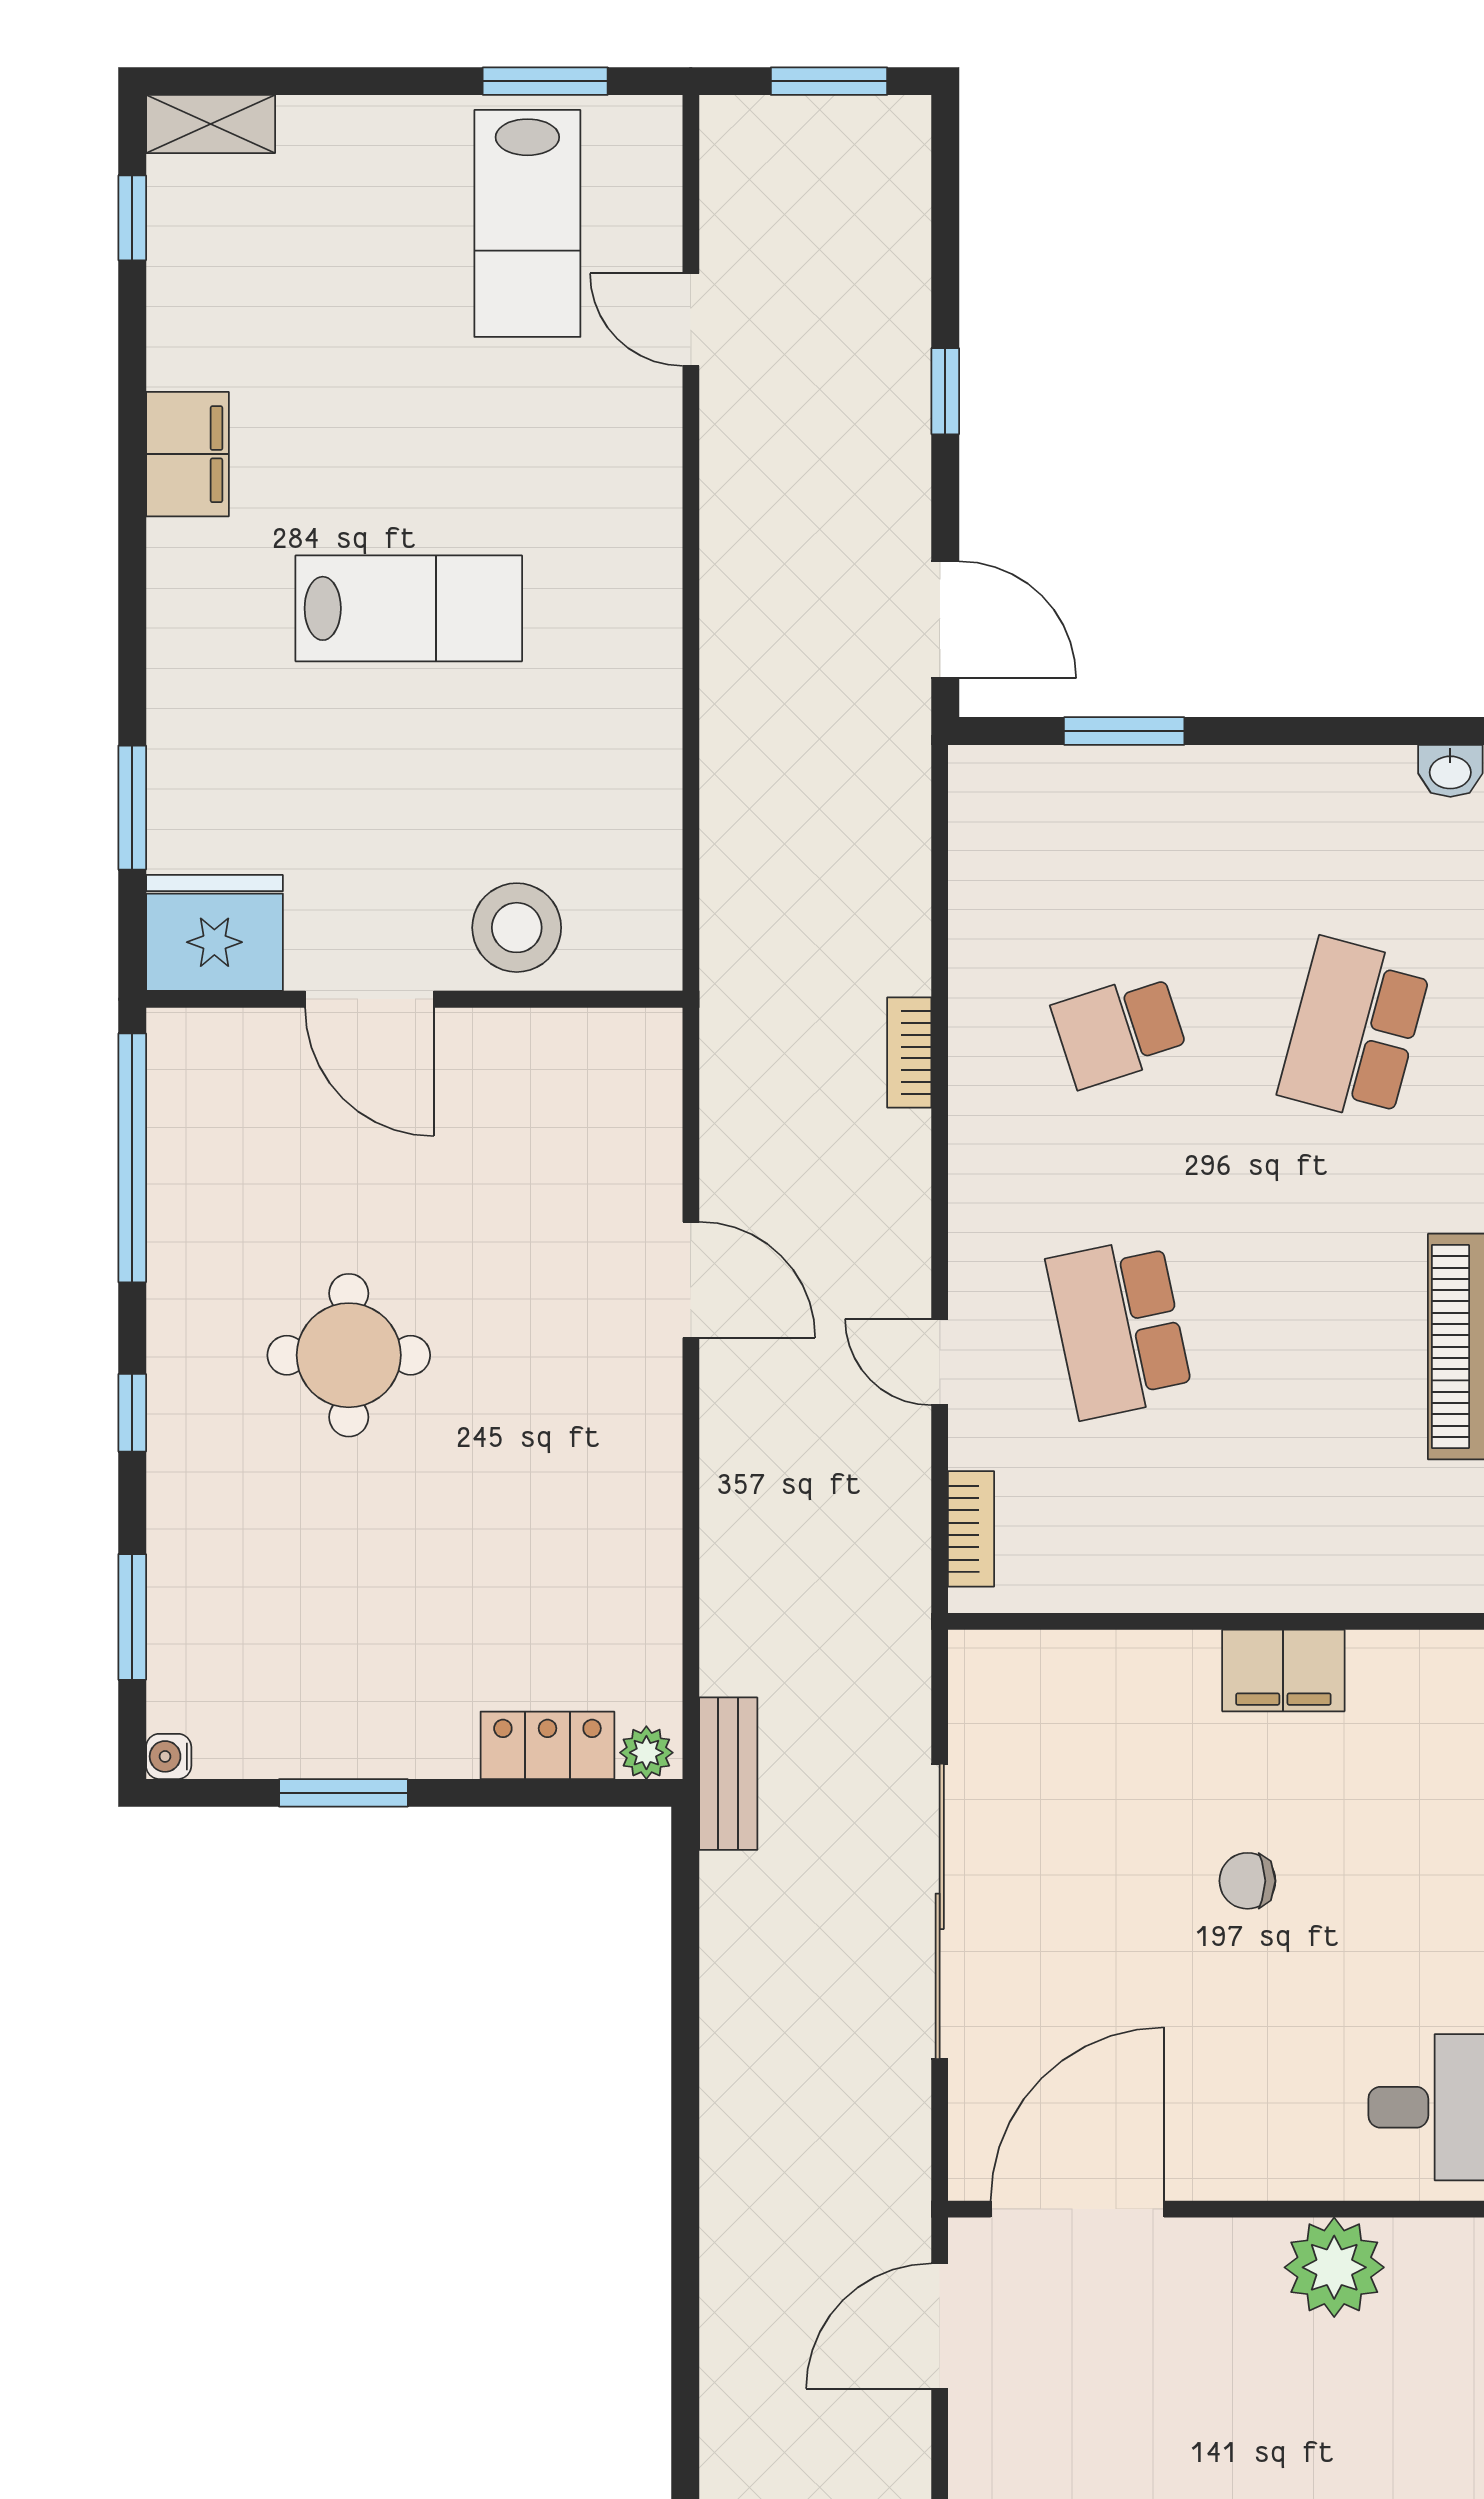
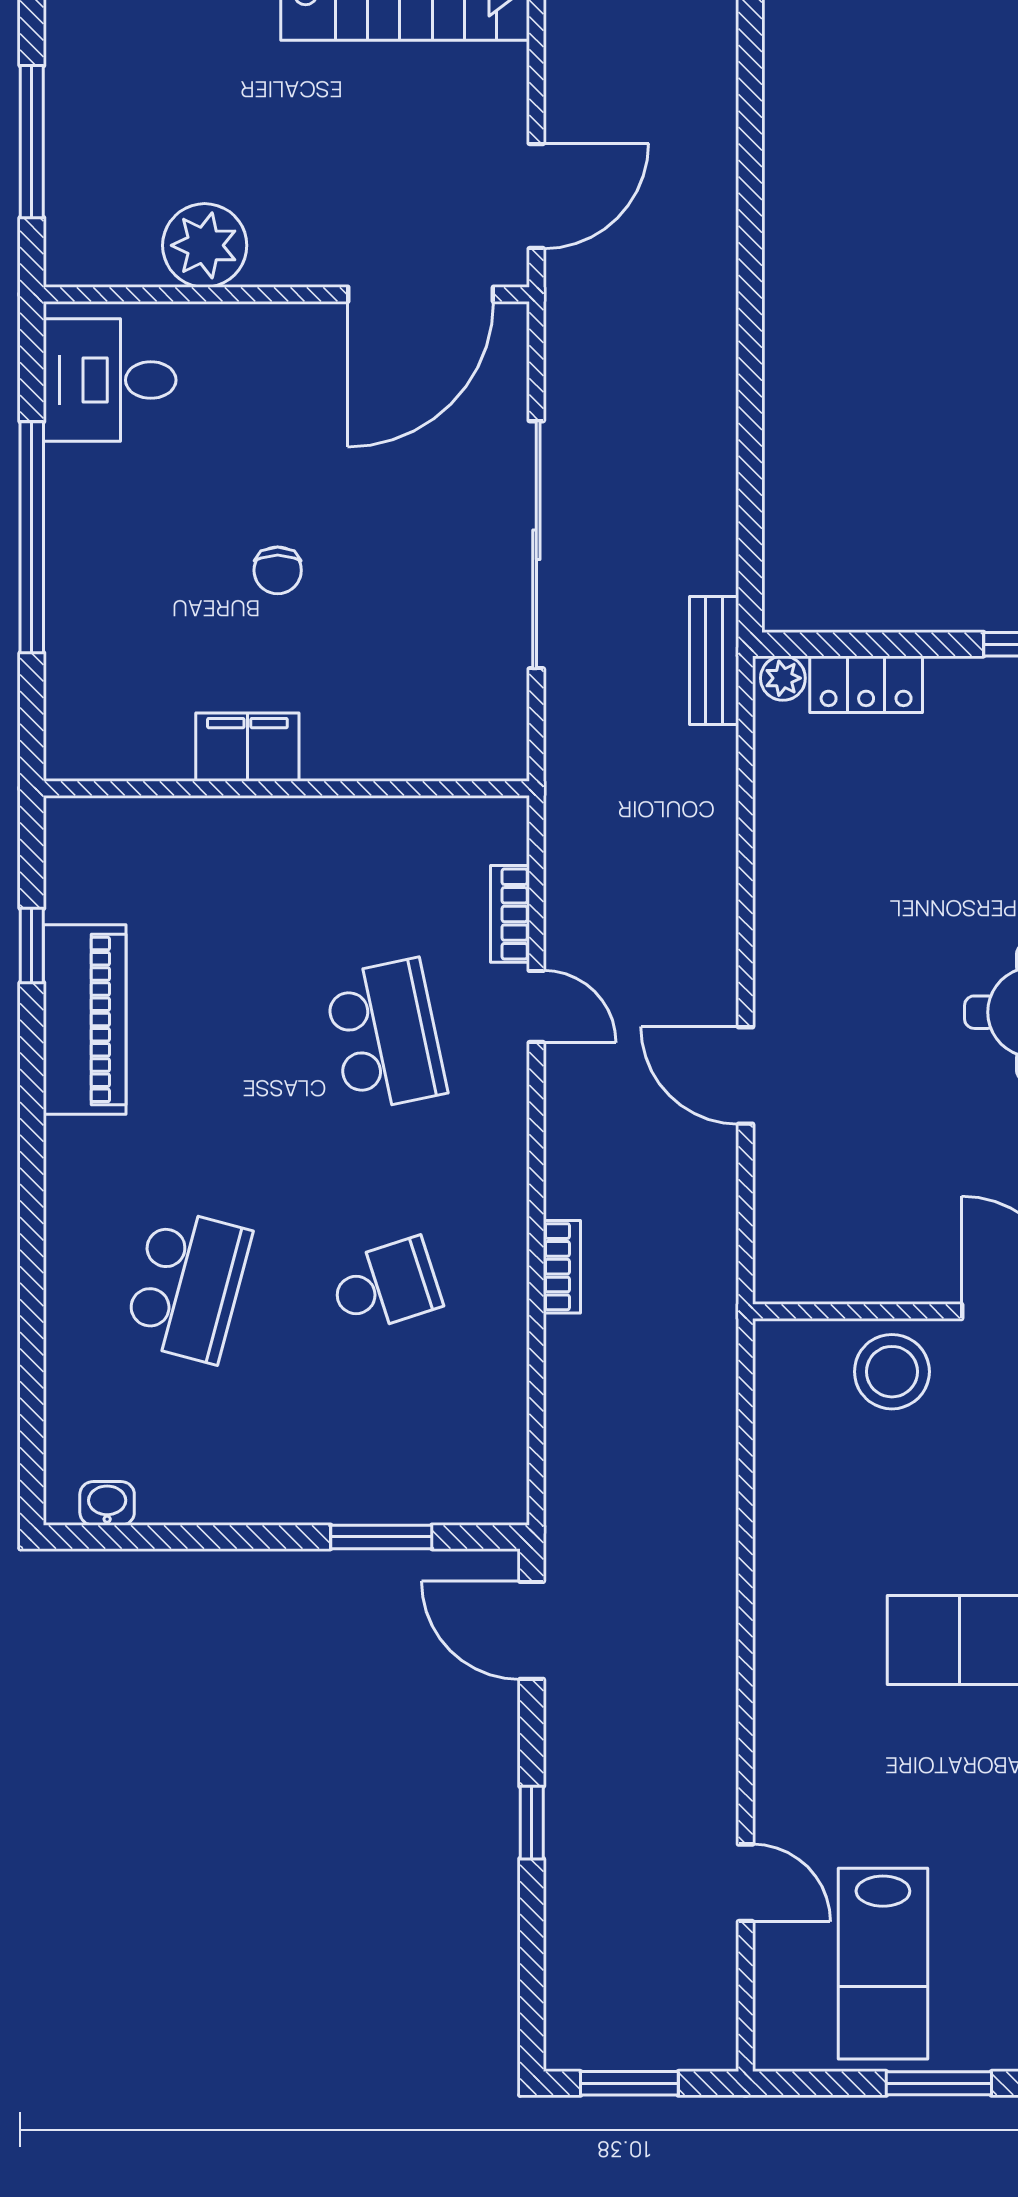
window: (545, 81) -> (939, 2083), moved
lab bench: (527, 223) -> (883, 1964), turned 180
bookcase: (971, 1529) -> (510, 914), moved
chair: (1247, 1881) -> (278, 570), turned 90

